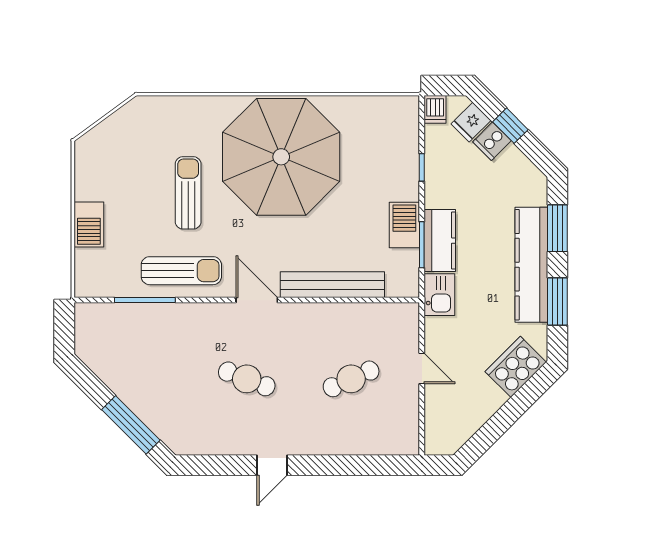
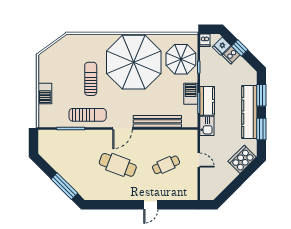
parasol: (383, 150) -> (181, 59), added
door: (257, 300) -> (122, 128), swing flipped
cafe table: (247, 379) -> (118, 165), width x1.37, depth x1.35
door: (272, 465) -> (151, 205), moved

